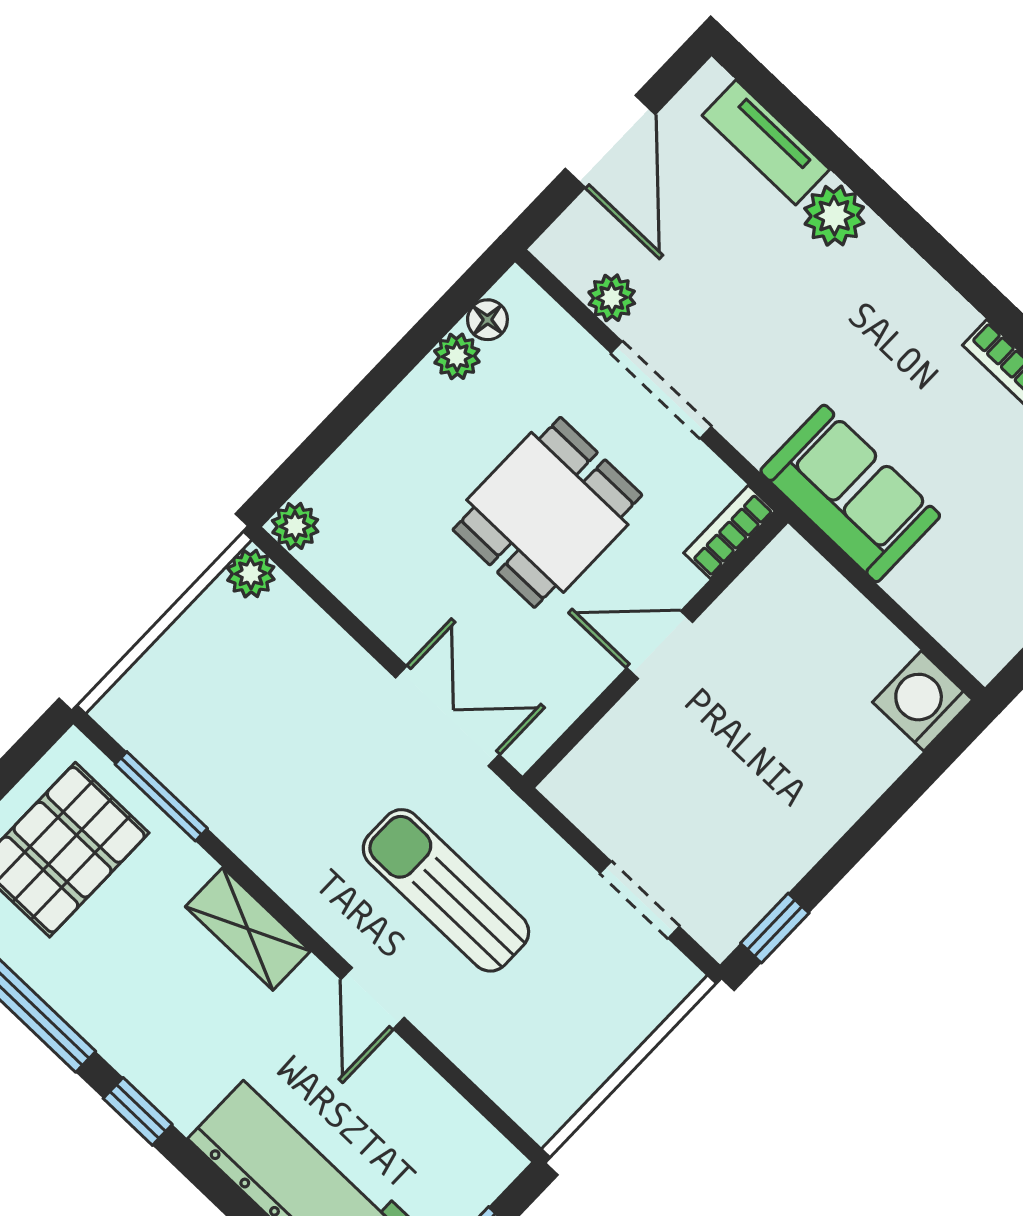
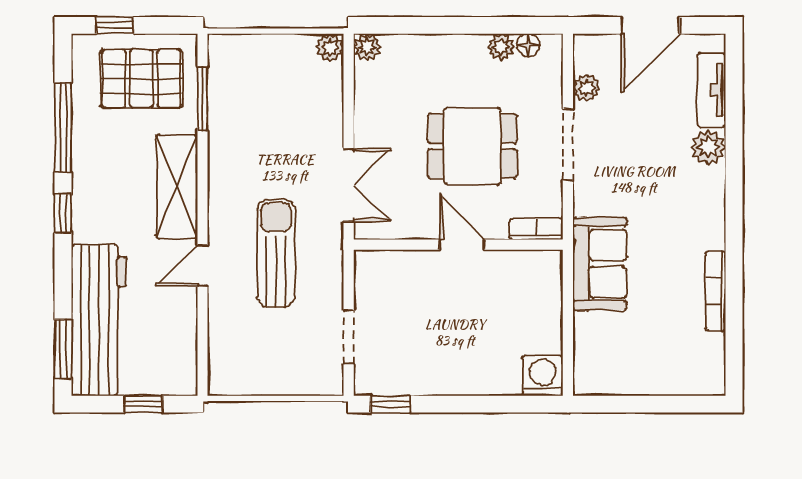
shelving: (248, 929) -> (177, 187), width x1.50, depth x1.33

